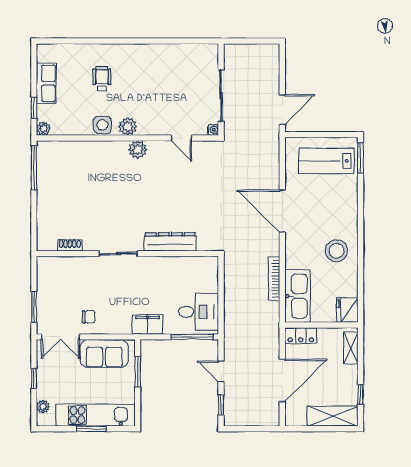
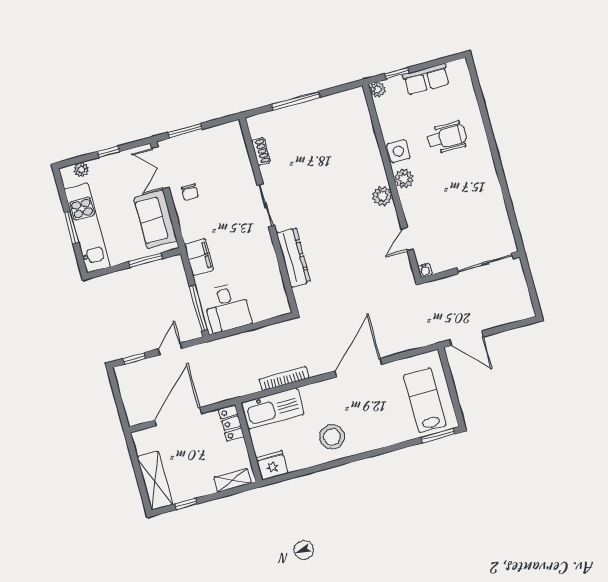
wheelchair: (102, 79) -> (447, 137), width x1.36, depth x1.37
sliding door: (221, 96) -> (485, 263), moved
window: (34, 168) -> (296, 101), moved
door: (282, 380) -> (178, 417), swing flipped

